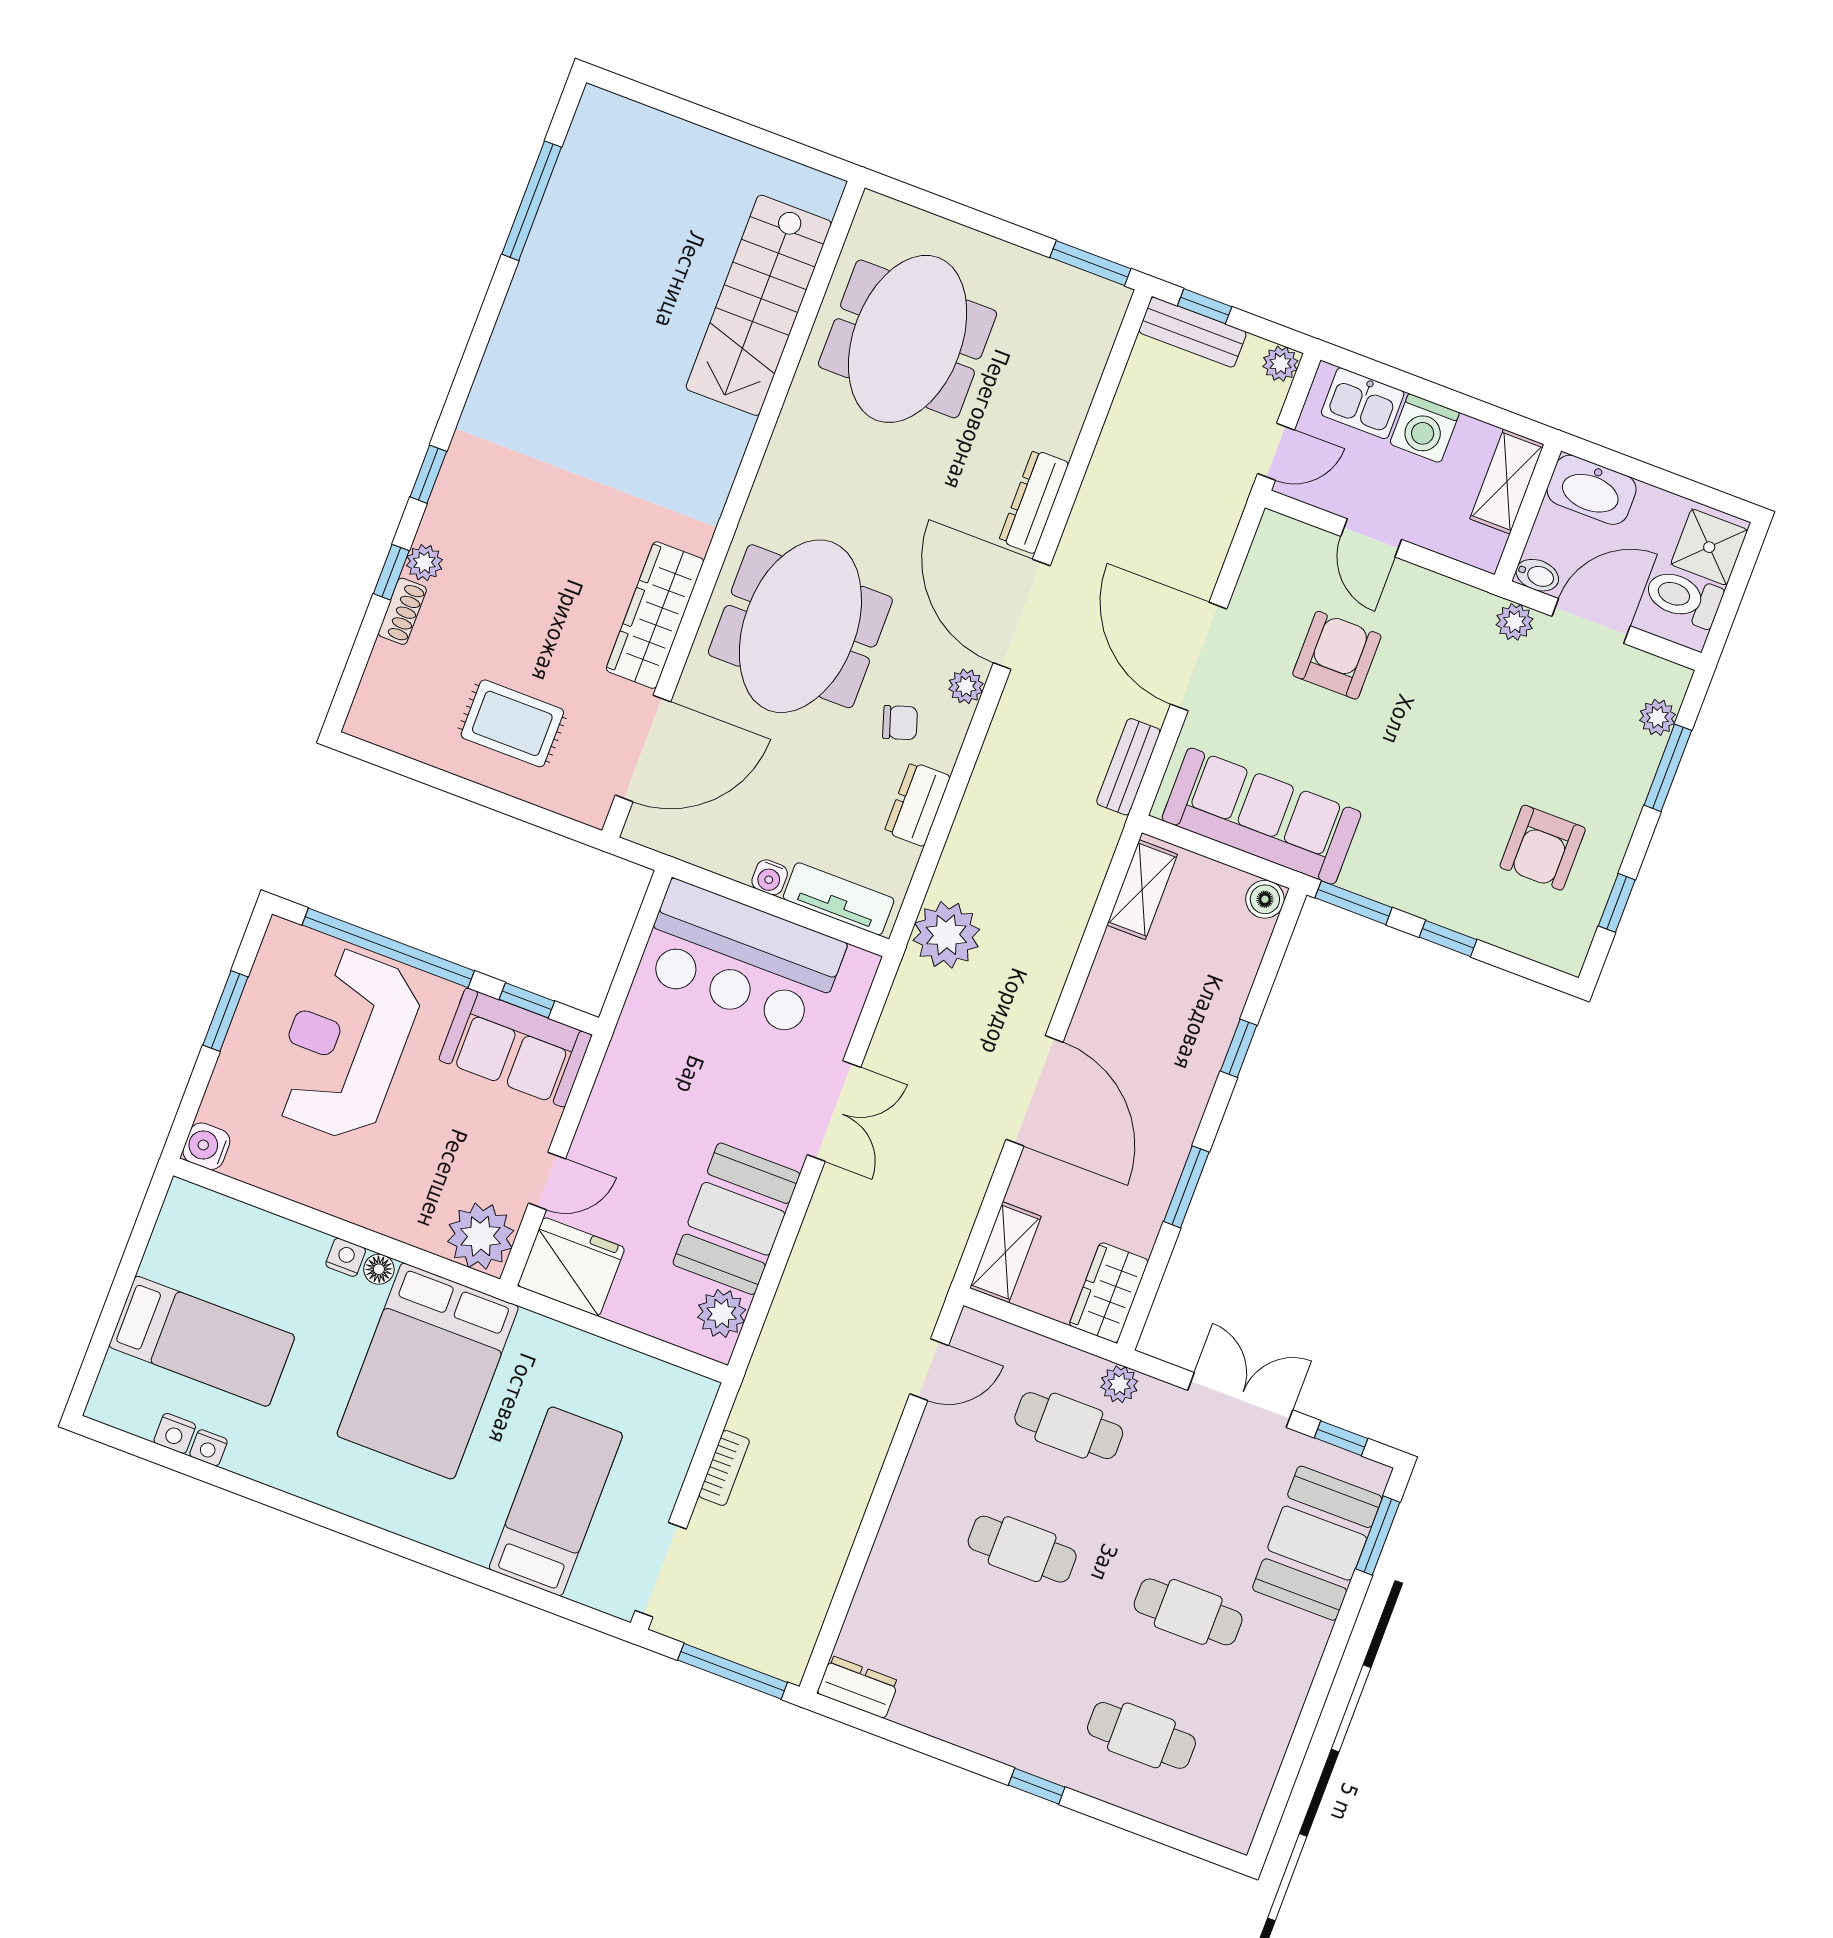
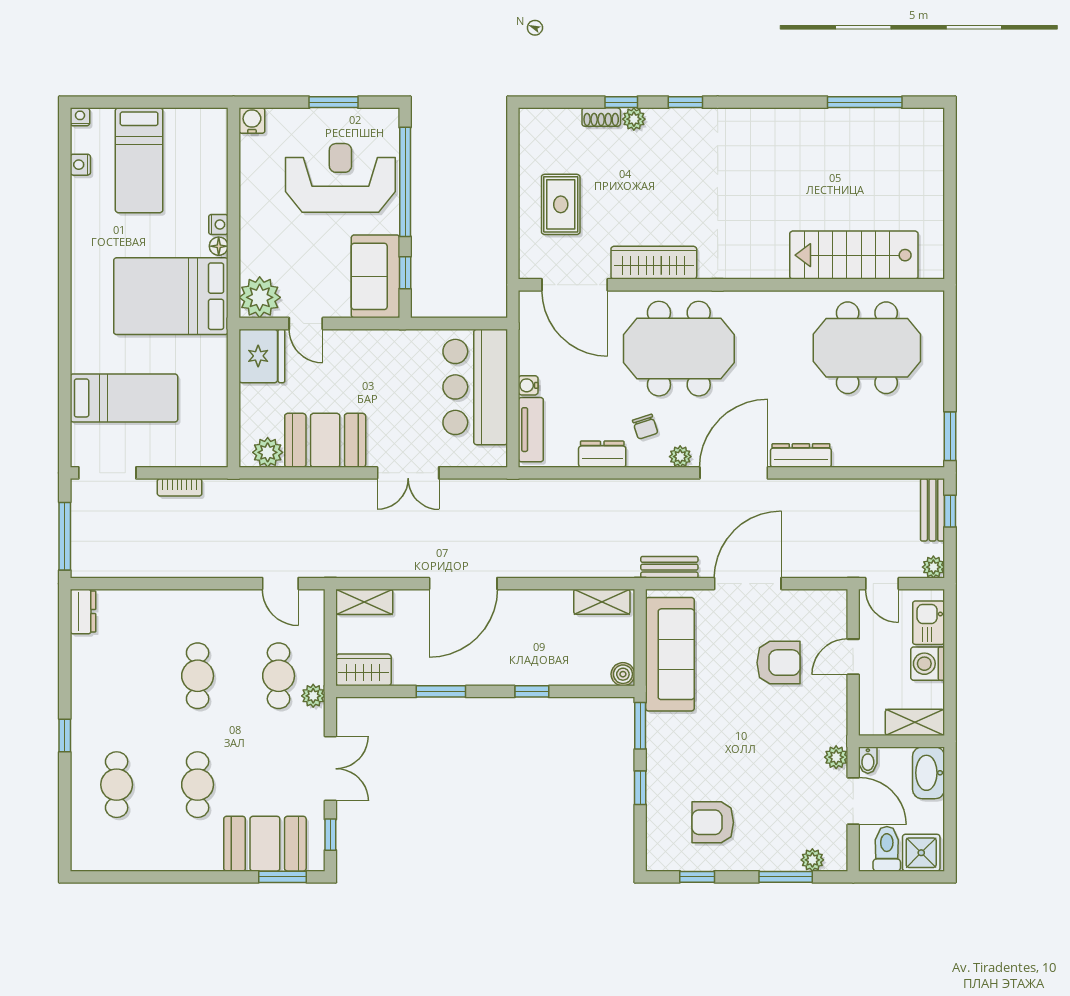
plant: (946, 935) -> (533, 499), removed
nightstand: (208, 1448) -> (80, 117), moved, turned 90

